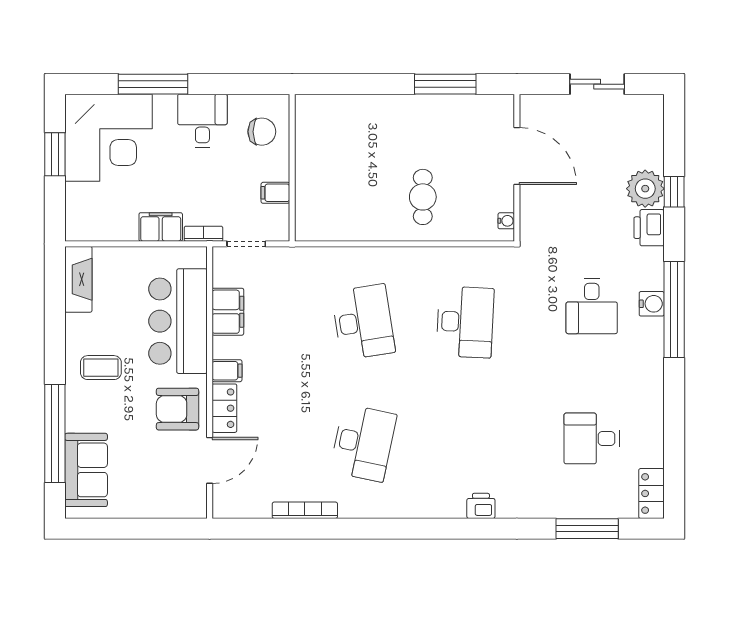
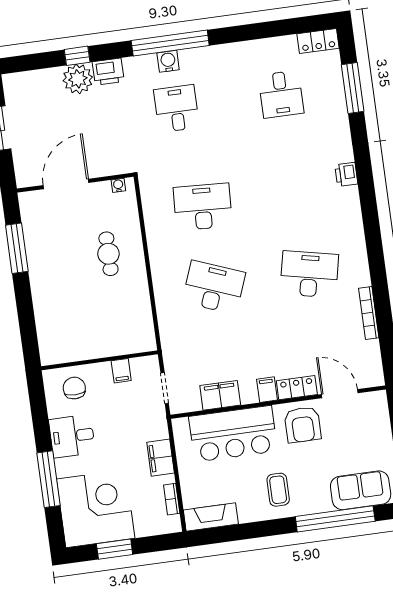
cafe table: (423, 197) -> (108, 254), turned 90
bookcase: (203, 234) -> (172, 499), moved
desk: (592, 306) -> (177, 108), turned -90
desk: (363, 322) -> (214, 287), turned 30

